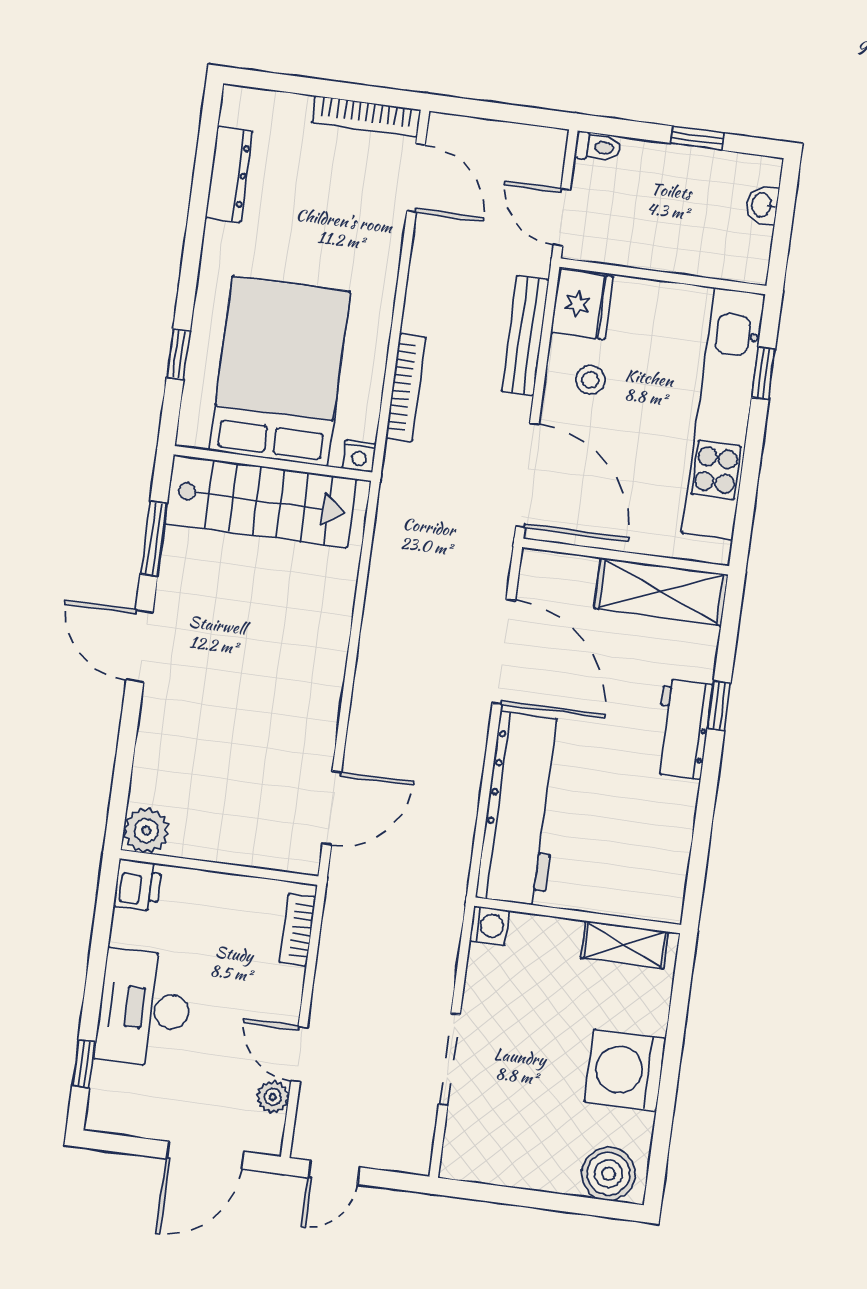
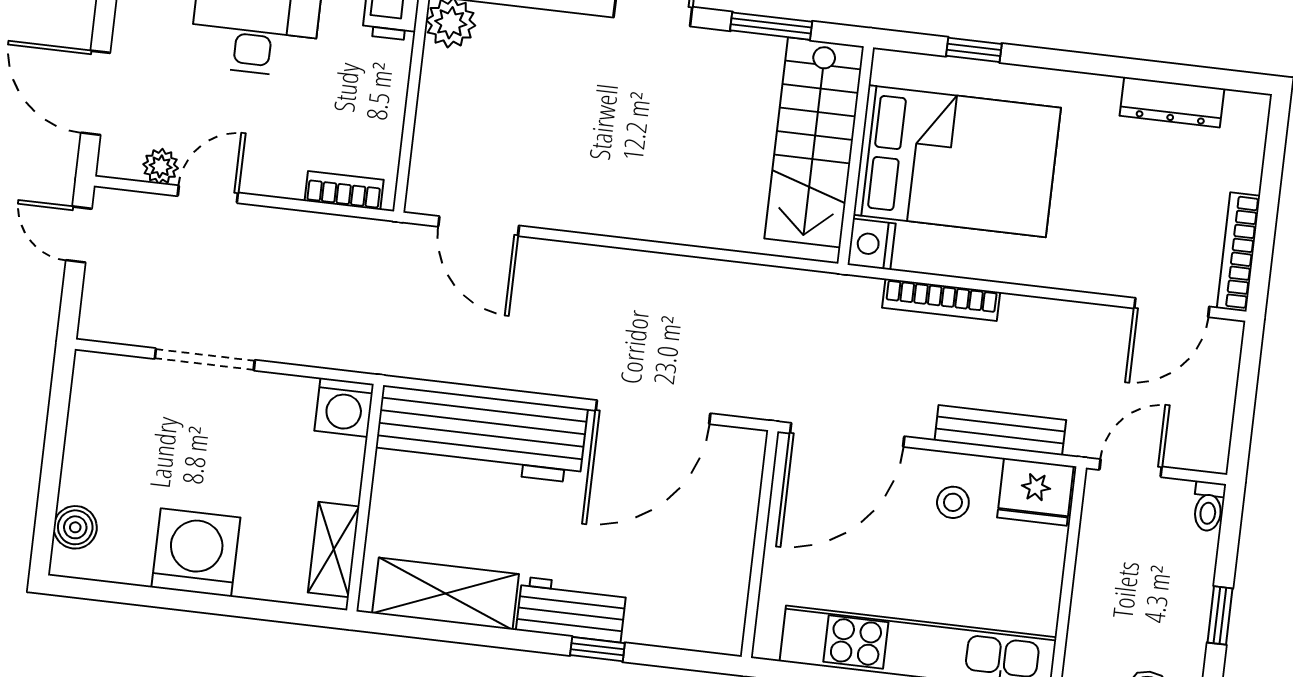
nightstand: (359, 456) -> (872, 244), width x1.39, depth x1.35
shelving: (661, 591) -> (446, 594), moved, turned 90
washing machine: (489, 926) -> (344, 407), width x1.38, depth x1.38
boiler: (609, 1174) -> (75, 527), width x0.73, depth x0.73

